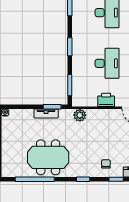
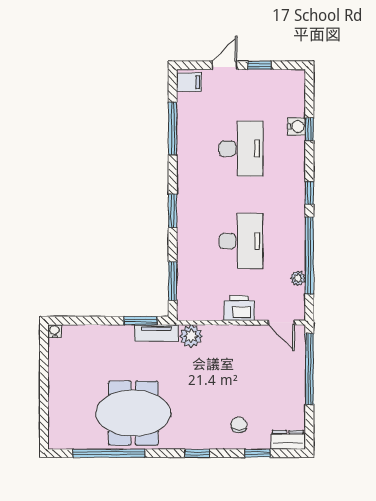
tv unit: (46, 113) -> (156, 333), moved

